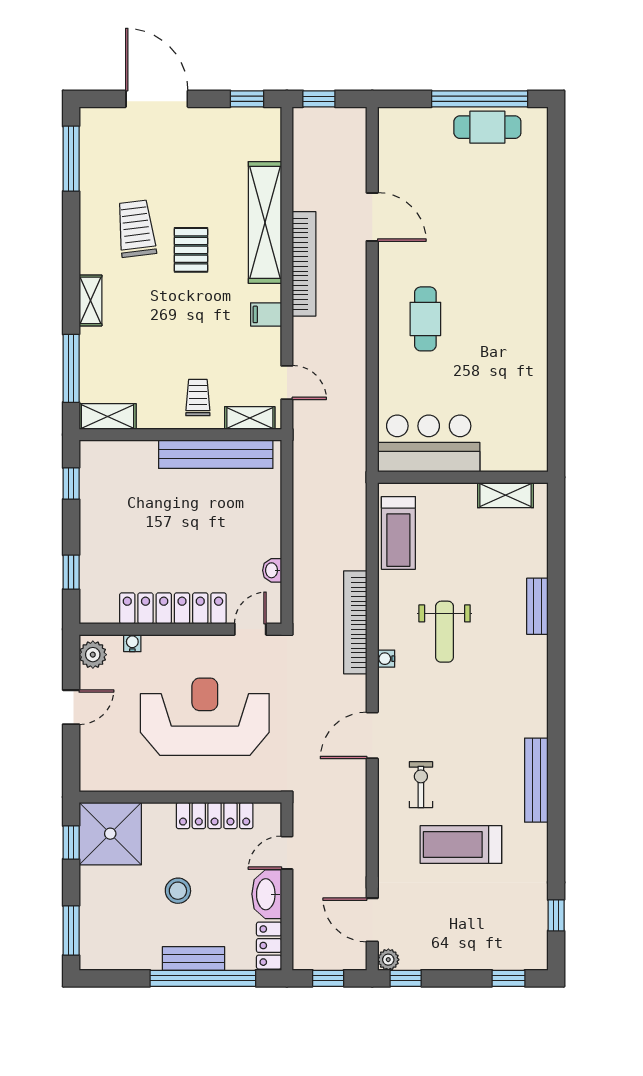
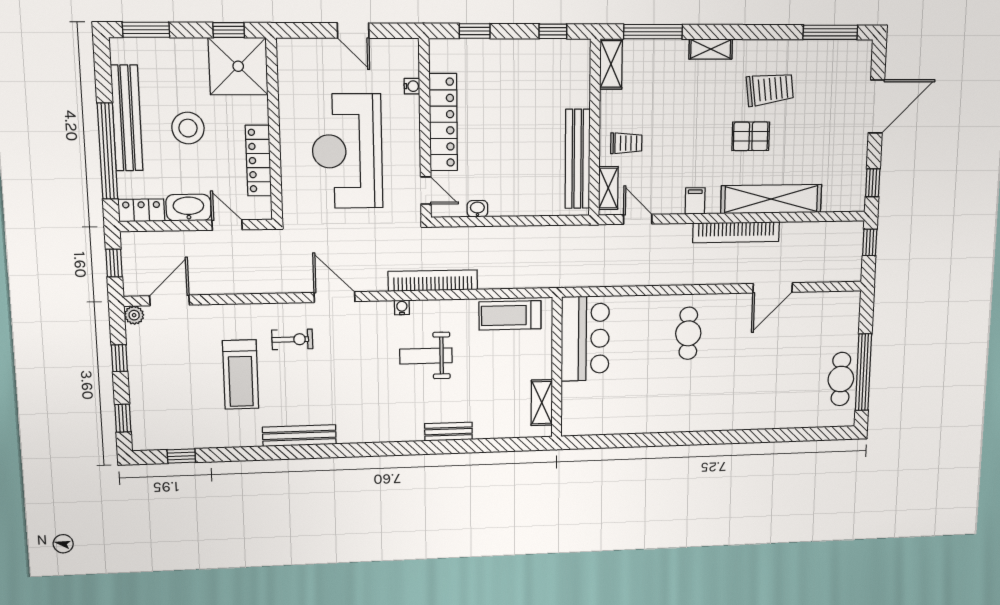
cafe table: (425, 319) -> (688, 333), turned 90
door: (287, 383) -> (638, 219), swing flipped
plant: (93, 655) -> (401, 50), removed
reception desk: (205, 717) -> (347, 151), turned 180
treadmill: (461, 845) -> (241, 375), turned 180
stool: (178, 891) -> (188, 128), width x1.38, depth x1.38
bench: (193, 958) -> (127, 118), width x1.86, depth x1.21
window: (406, 978) -> (119, 358), moved

